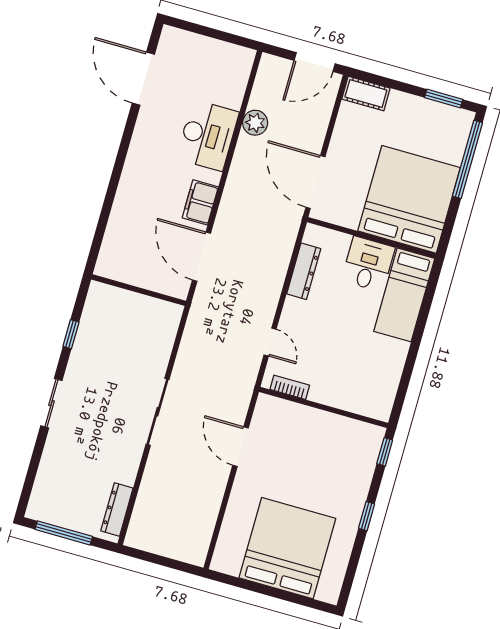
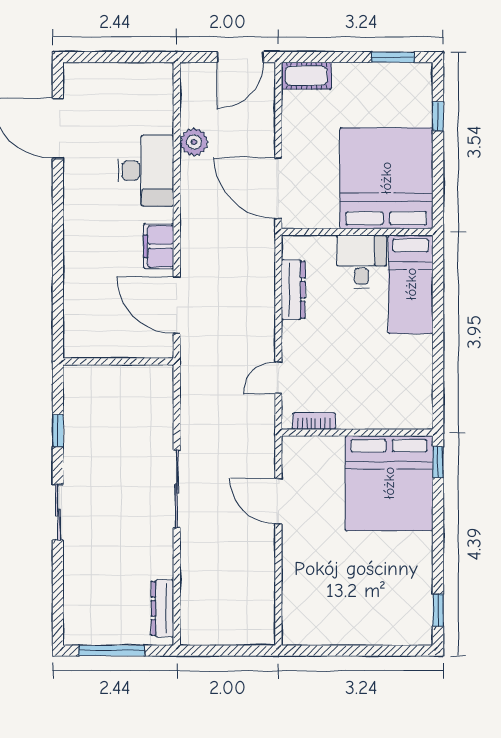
window: (467, 159) -> (438, 116), width x0.32
door: (270, 342) -> (278, 378), swing flipped
window: (367, 516) -> (438, 610), moved
bed: (287, 548) -> (389, 483), moved, turned 180

